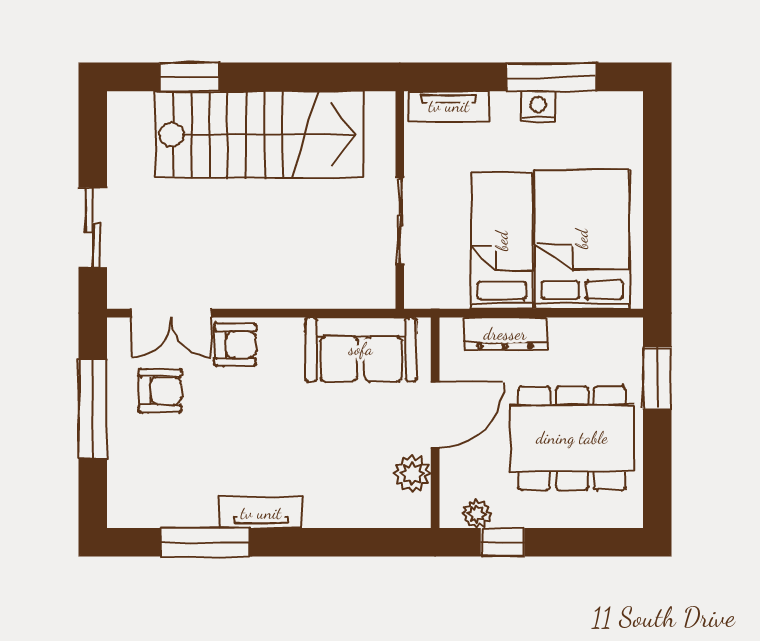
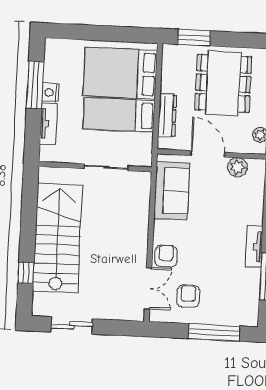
window: (189, 77) -> (26, 273), width x0.67
tv unit: (449, 106) -> (49, 124), moved
sliding door: (93, 228) -> (72, 325), moved
window: (93, 409) -> (214, 332), moved

